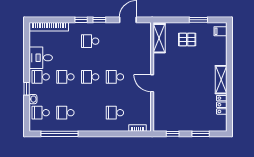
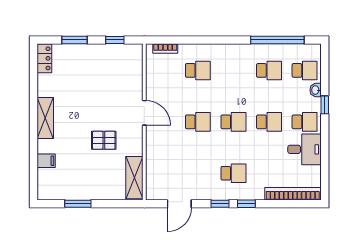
filing cabinet: (220, 31) -> (46, 161), moved
pallet: (187, 40) -> (104, 140), moved
locker: (222, 105) -> (44, 58), moved

